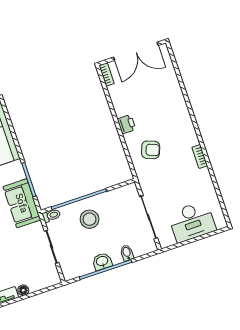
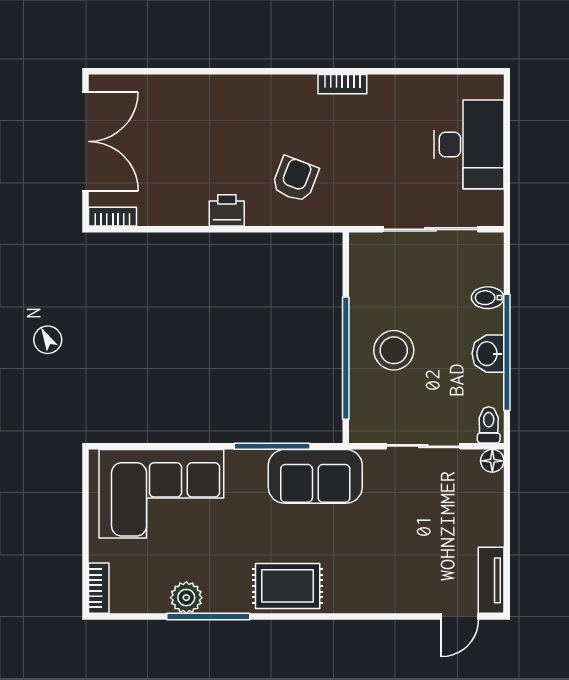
toilet: (51, 215) -> (489, 425), moved
floor lamp: (23, 290) -> (492, 461), moved

